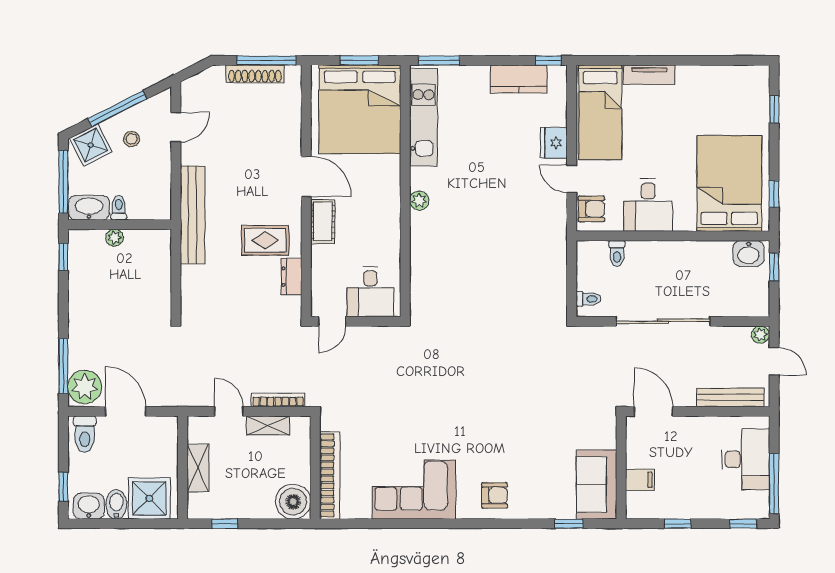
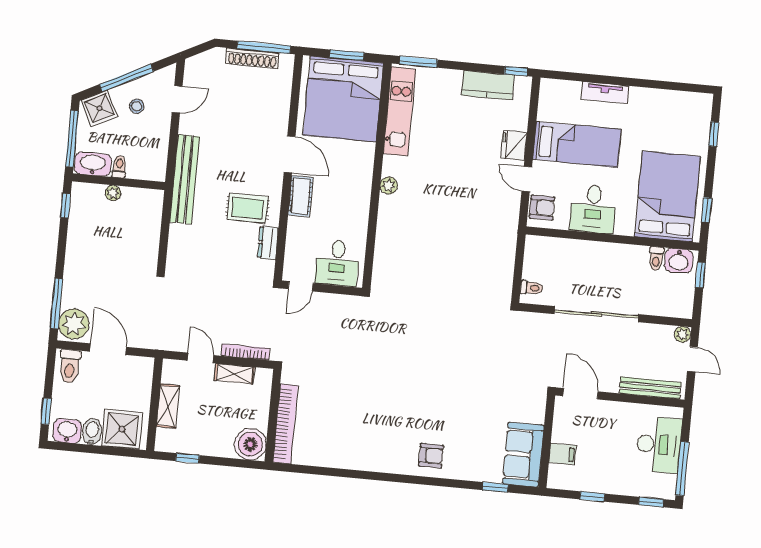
bed: (600, 112) -> (577, 144), moved, turned -90
toilet: (617, 253) -> (656, 259), moved
corner sofa: (414, 489) -> (360, 444), removed

